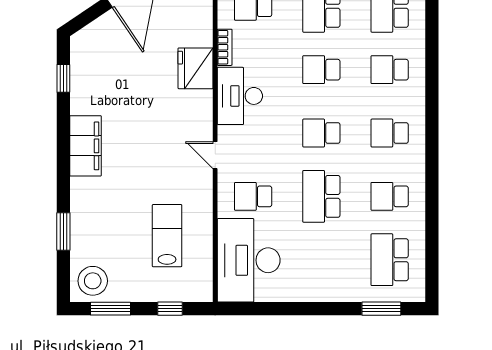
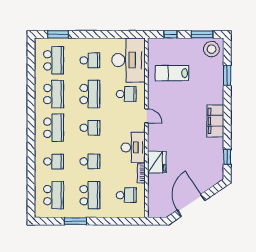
school desk: (390, 133) -> (54, 128), width x1.85
school desk: (390, 196) -> (54, 94), width x1.85
lab bench: (167, 236) -> (172, 73), turned 90
school desk: (321, 260) -> (90, 60), added

